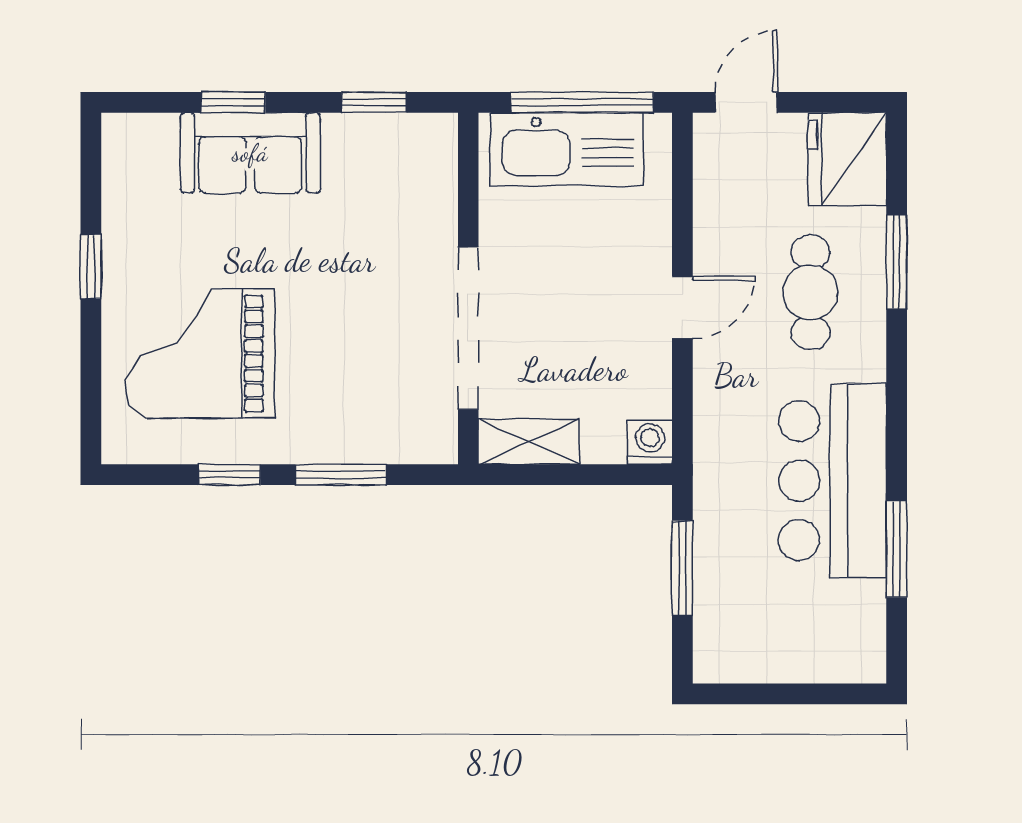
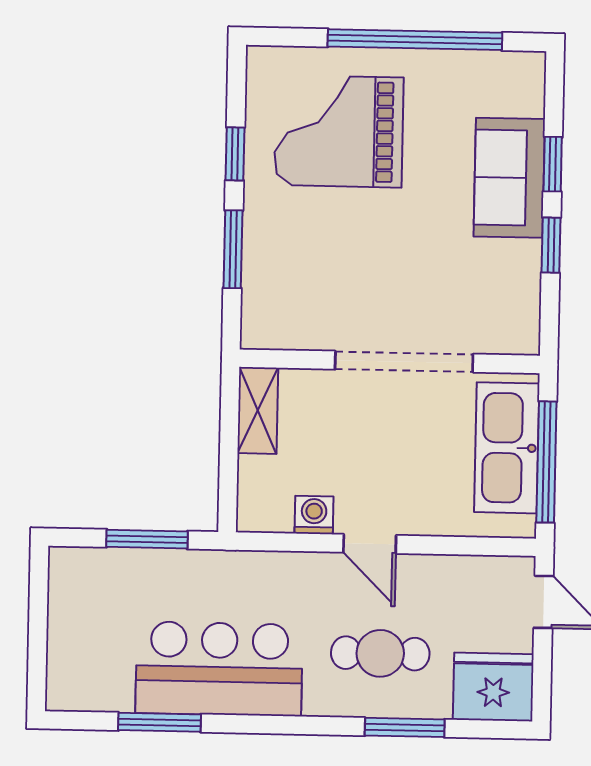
window: (374, 102) -> (551, 245), moved
window: (91, 267) -> (415, 40), width x3.17
doorway: (468, 328) -> (404, 362), moved
grand piano: (200, 353) -> (339, 131), turned -90
washing machine: (650, 442) -> (314, 515), moved, turned -90

